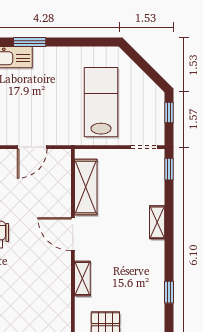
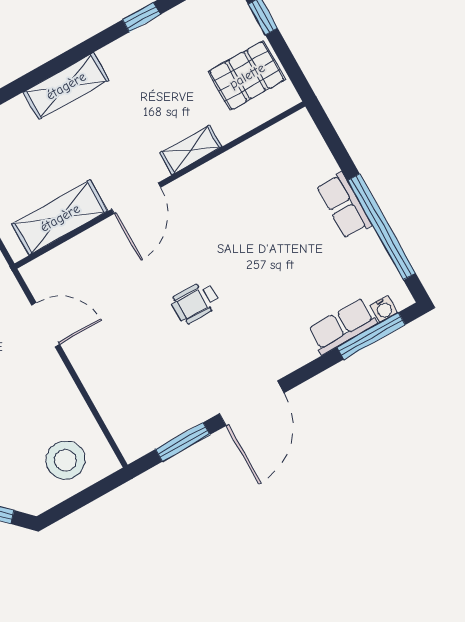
shelving: (157, 222) -> (66, 86), width x1.50, depth x1.33

